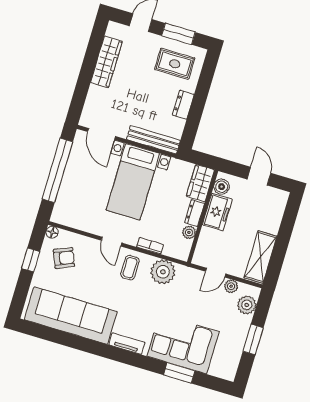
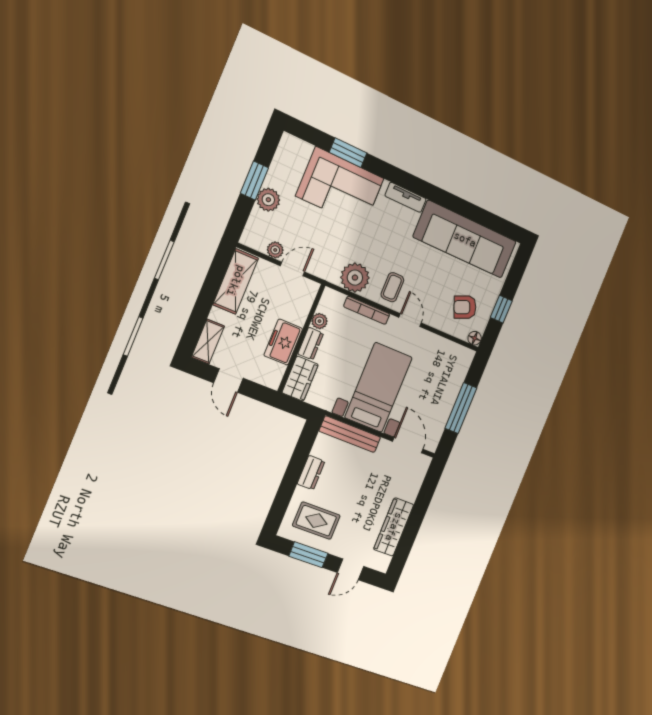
window: (57, 170) -> (461, 408), width x0.68
boiler: (222, 187) -> (275, 372), removed
shelving: (278, 206) -> (208, 342), added
bookcase: (150, 246) -> (367, 310), width x1.56
plant: (247, 305) -> (268, 200), moved

